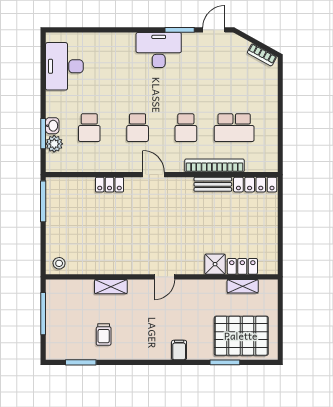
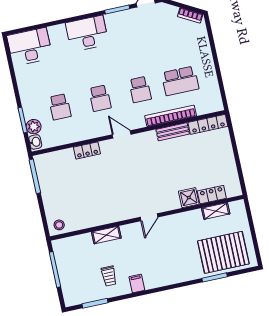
desk: (159, 50) -> (87, 34), moved
desk: (64, 66) -> (30, 47), moved, turned 90
washbasin: (52, 126) -> (35, 142), moved
filing cabinet: (179, 350) -> (137, 284), moved

